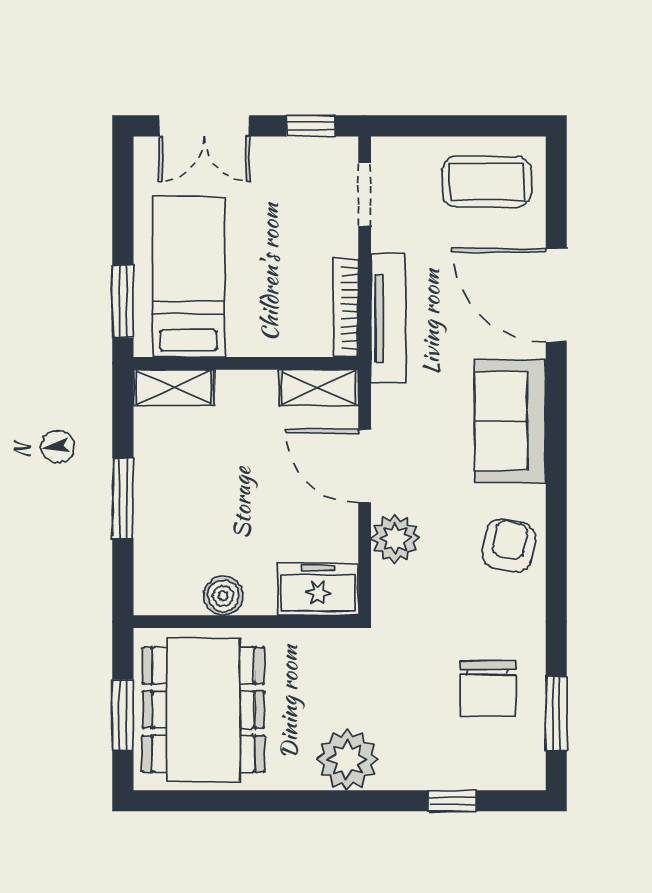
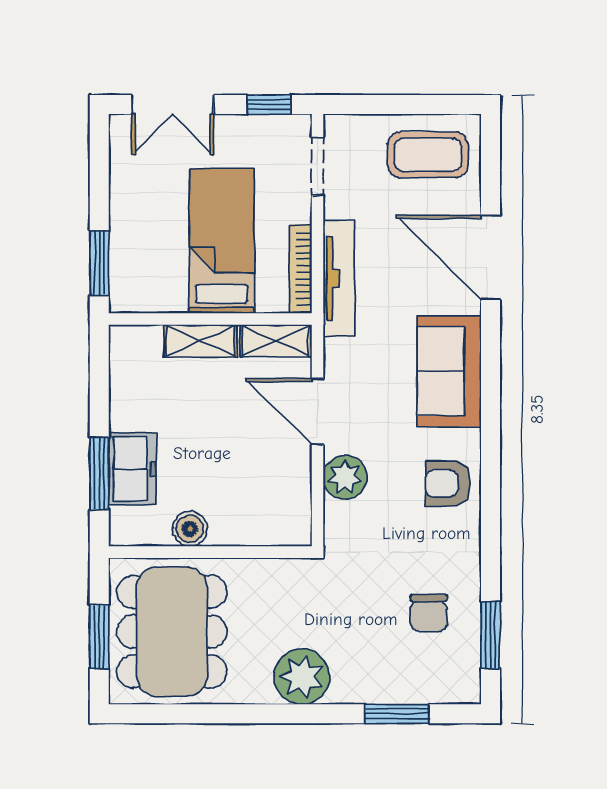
bed: (188, 277) -> (222, 241), moved
shelving: (174, 388) -> (200, 341), moved
window: (123, 498) -> (99, 474), moved
armchair: (509, 546) -> (448, 484), turned -101
freezer: (318, 589) -> (132, 469), moved, turned 90
chair: (488, 689) -> (429, 613), width x0.73, depth x0.73
window: (453, 801) -> (397, 714), width x1.50

